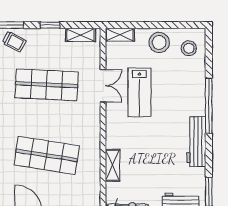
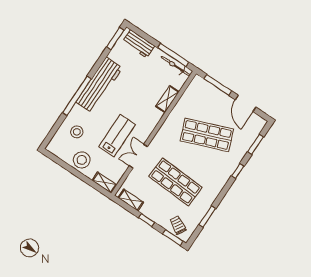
stool: (189, 48) -> (77, 132), moved
workbench: (196, 142) -> (99, 85), width x1.36, depth x1.32
shop shelf: (47, 155) -> (207, 135), turned -30

